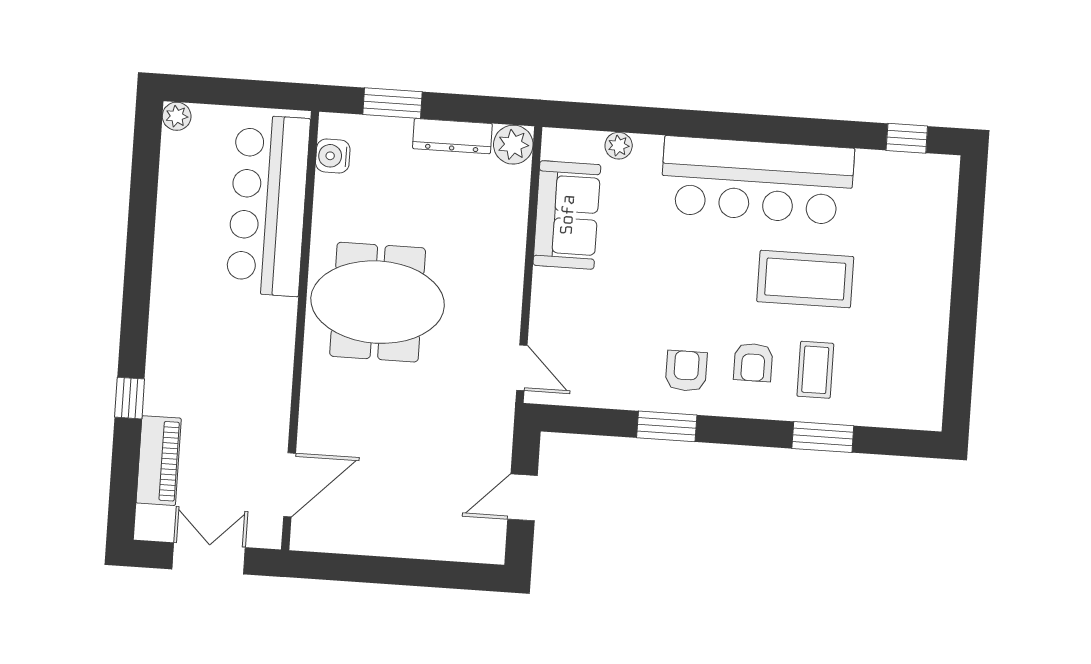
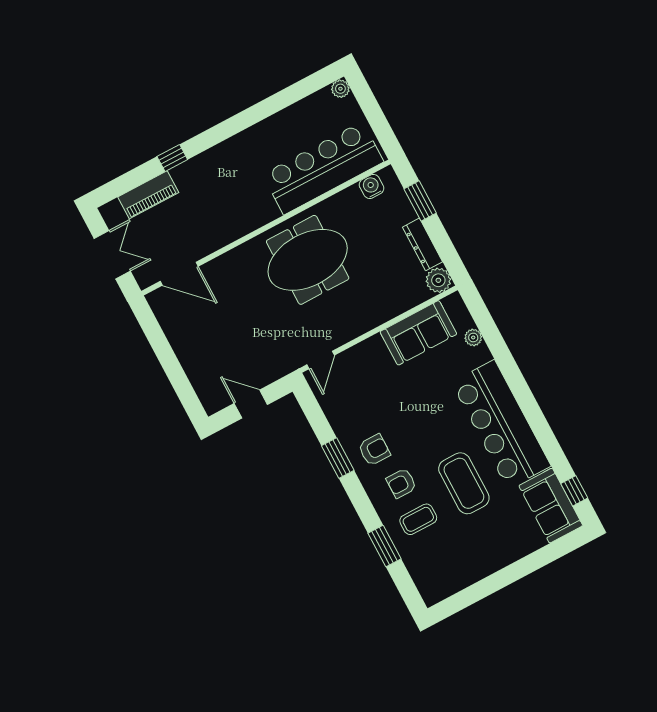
sofa: (907, 182) -> (551, 506), added
meeting table: (378, 302) -> (308, 260), turned 90

